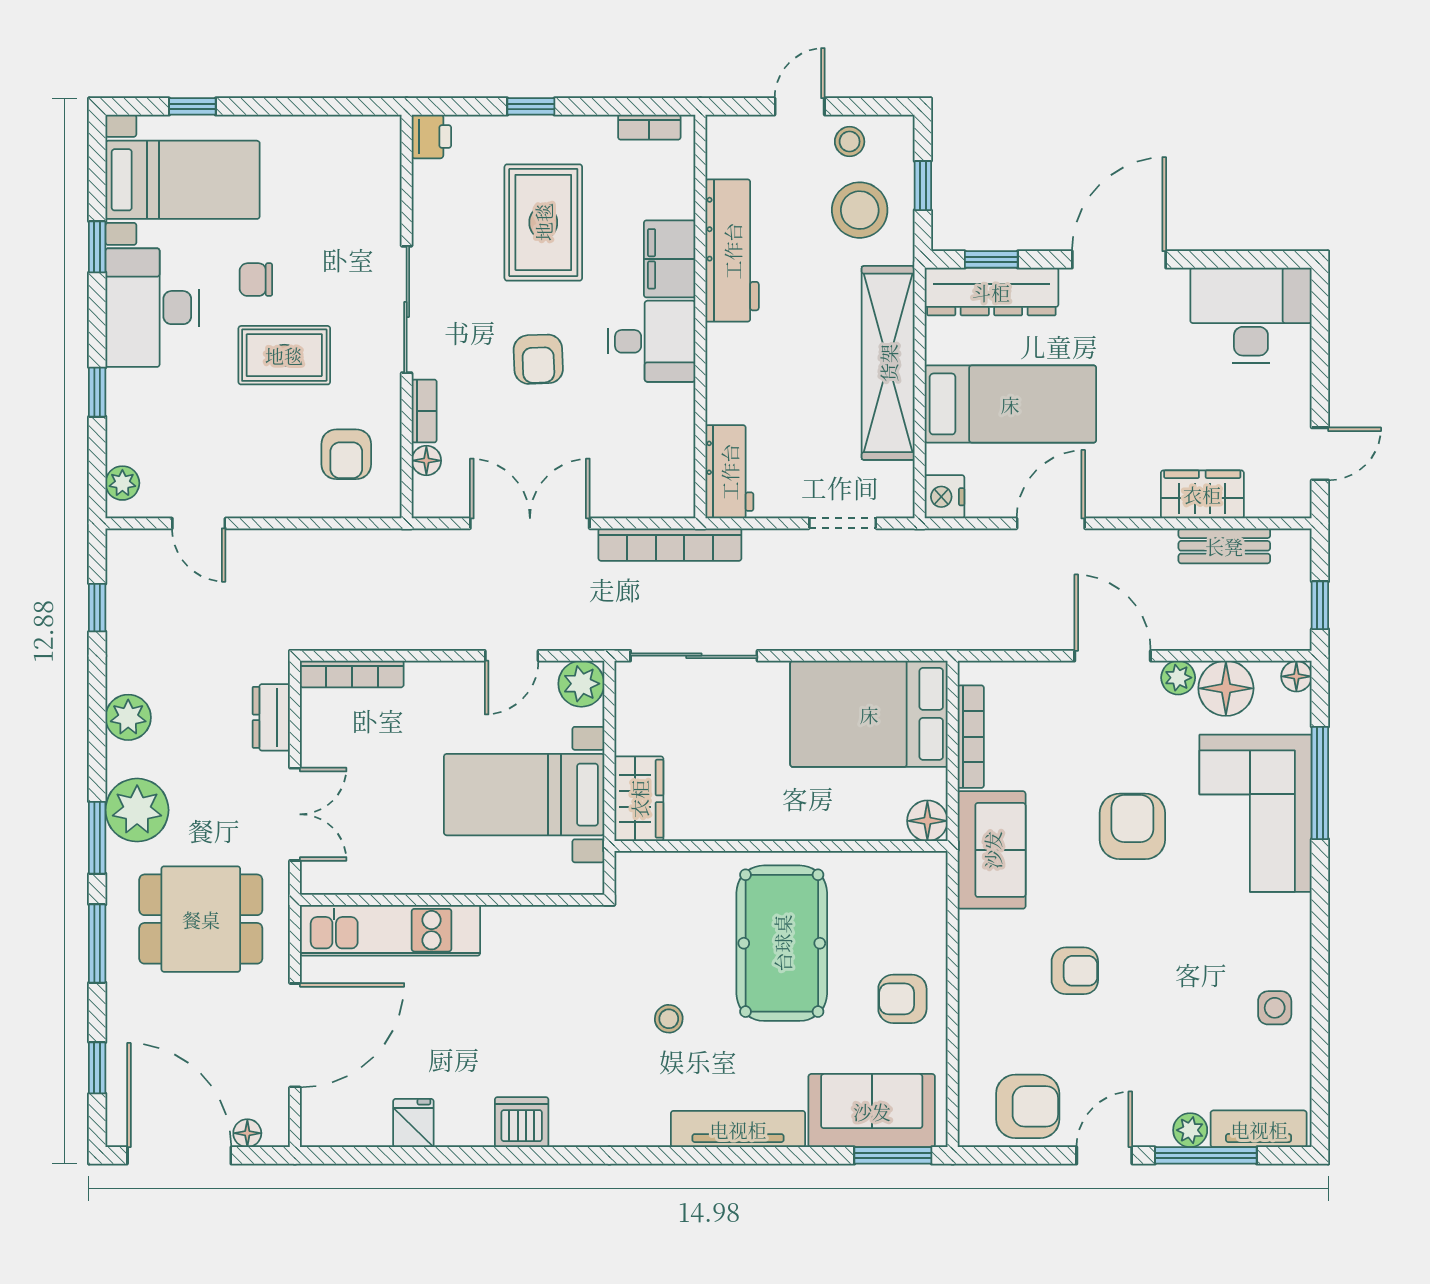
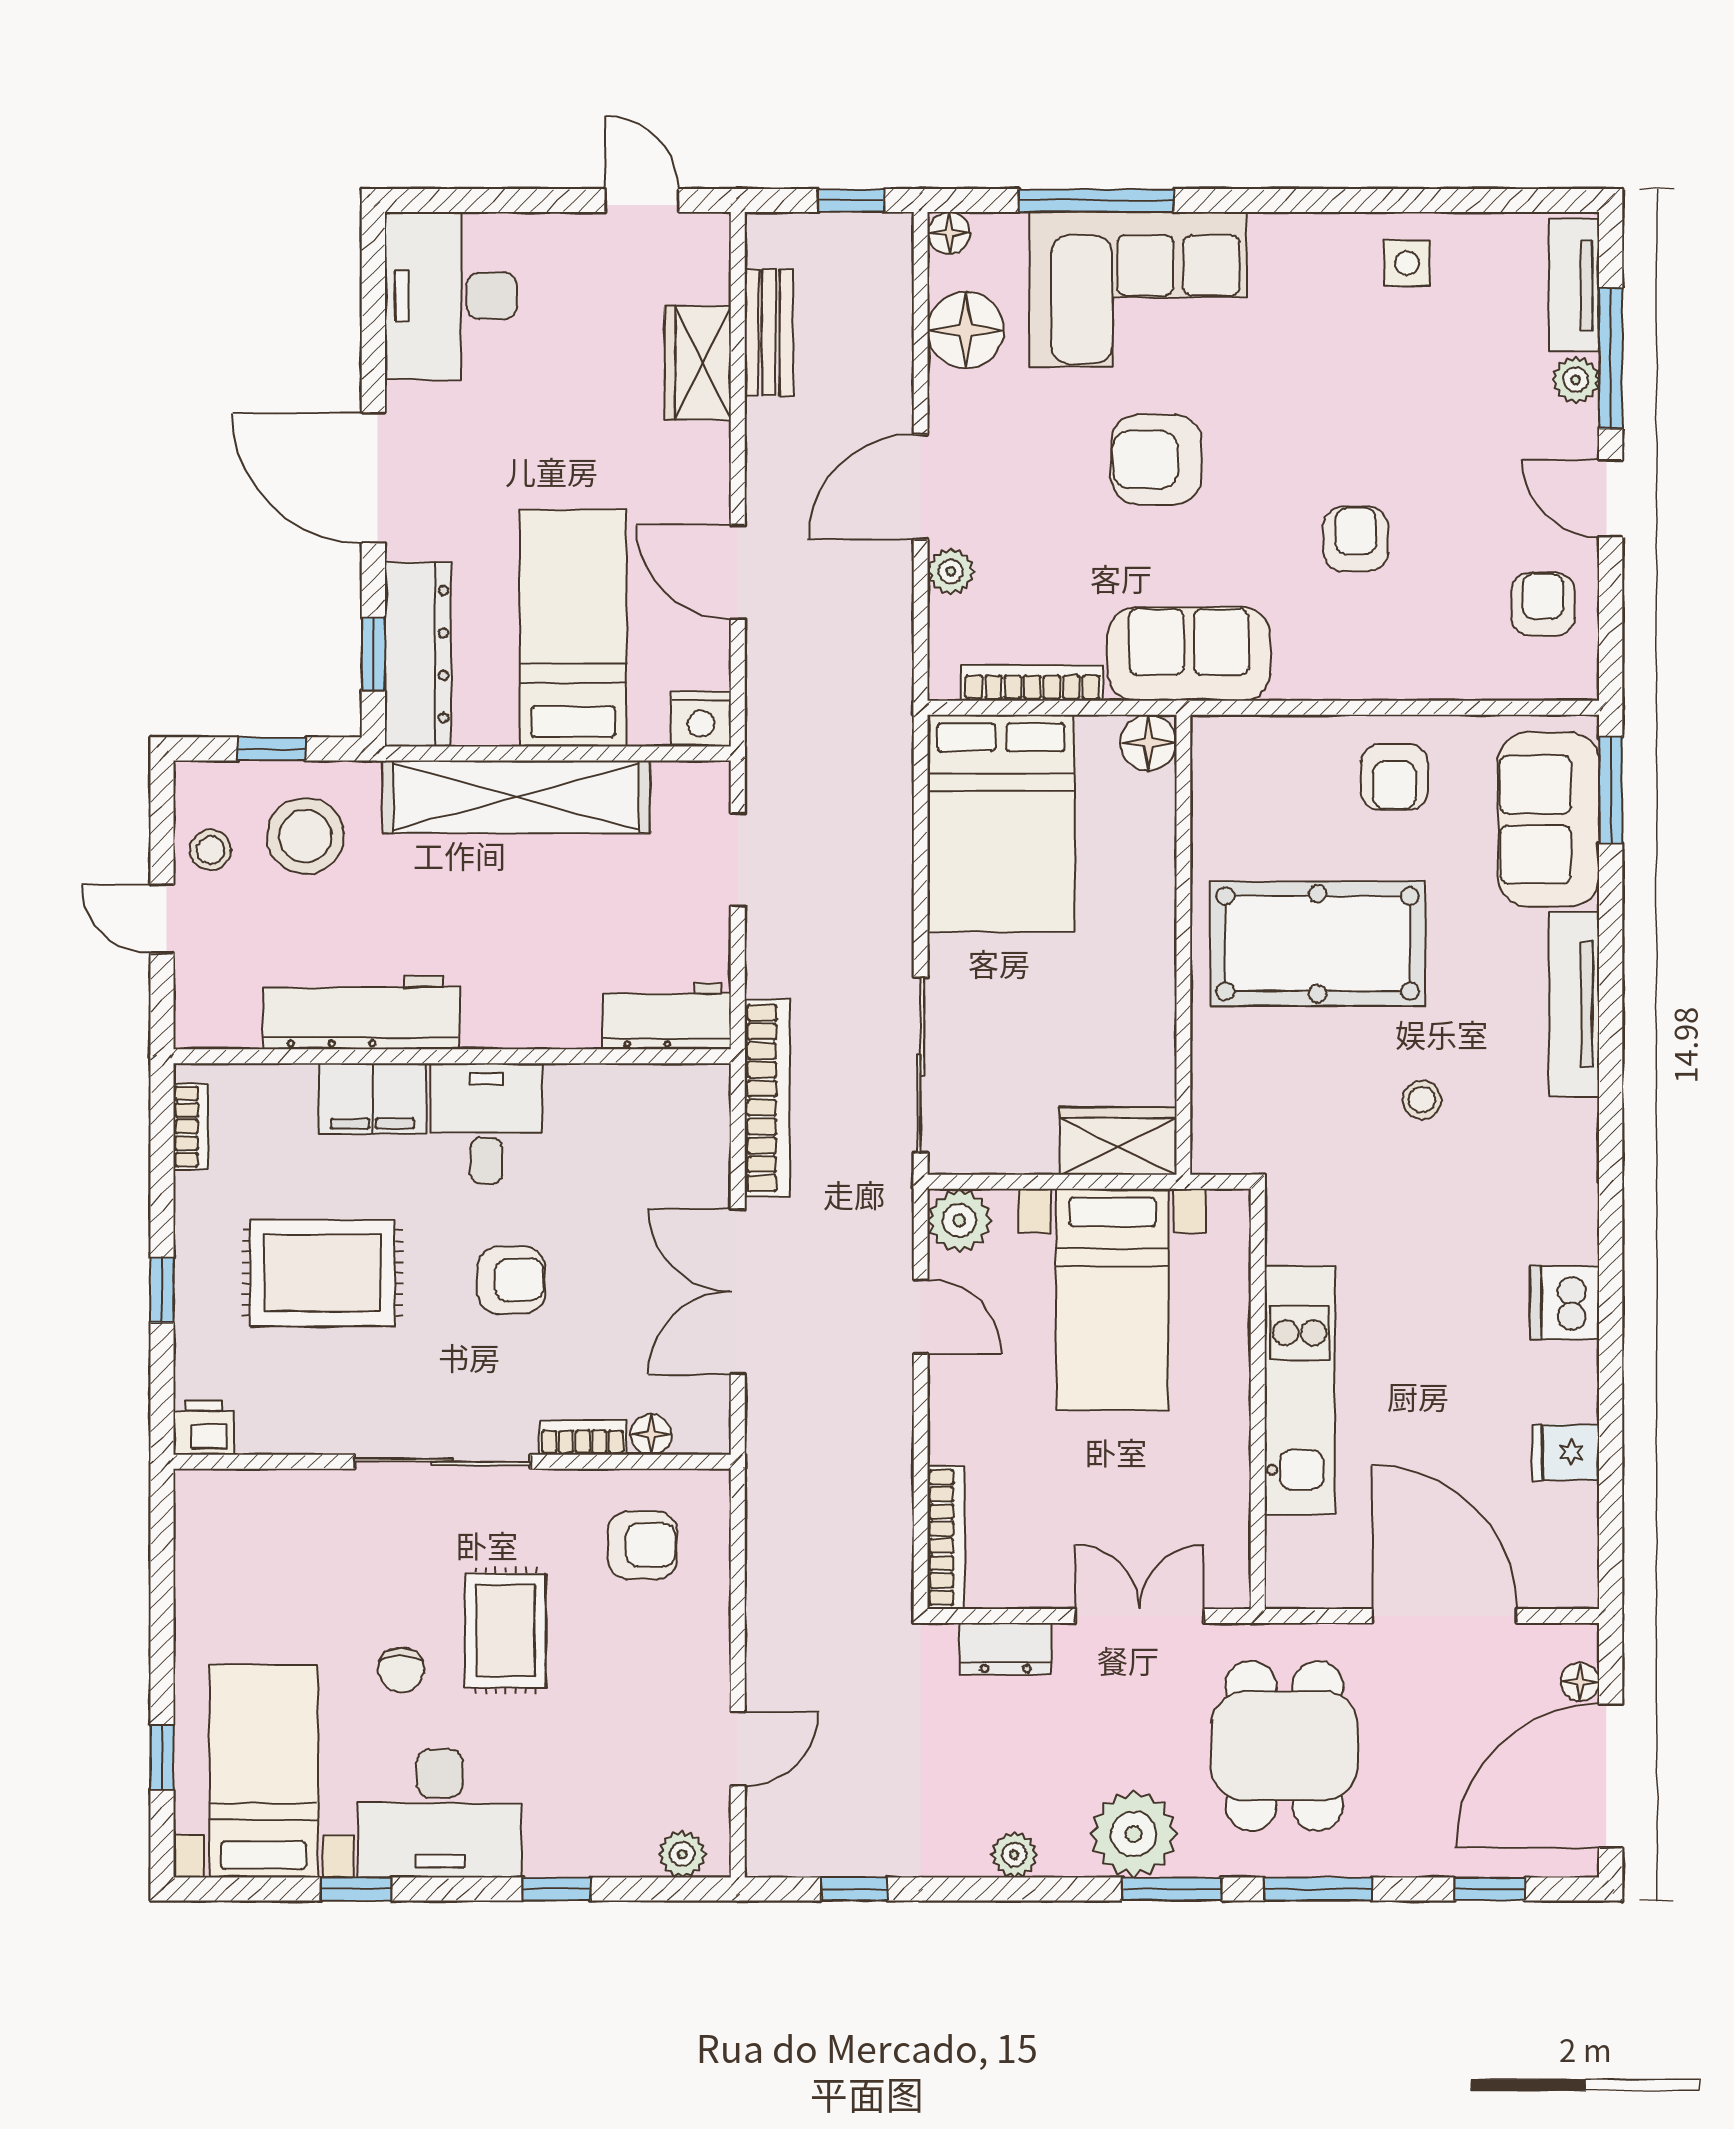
plant: (1178, 678) -> (951, 571), moved
plant: (128, 717) -> (1014, 1855), width x0.73, depth x0.73
kitchen unit: (390, 930) -> (1300, 1390), moved
armchair: (1028, 1106) -> (1543, 604), width x0.72, depth x0.72

